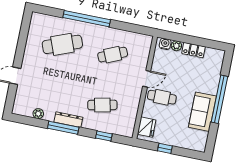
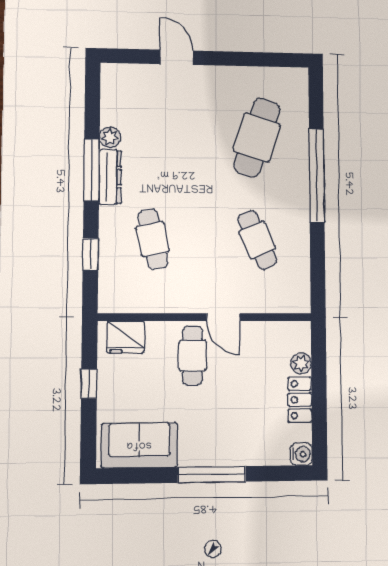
cafe table: (62, 44) -> (257, 138), turned 39
water cooler: (165, 44) -> (301, 454), moved
window: (219, 99) -> (212, 474), width x0.68
sofa: (202, 112) -> (139, 445), moved
plant: (38, 114) -> (110, 137), moved

